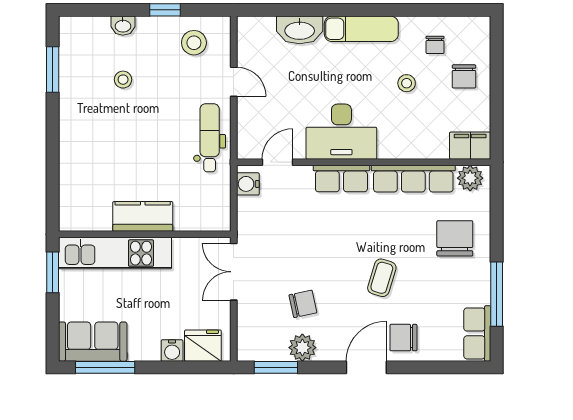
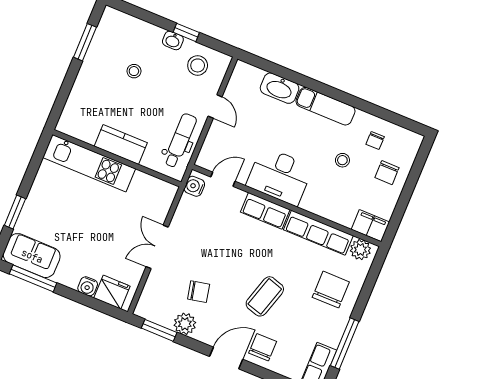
washbasin: (123, 26) -> (173, 40), moved
kitchen counter: (143, 216) -> (121, 144), moved
wall: (145, 234) -> (117, 158), moved
kitchen unit: (115, 253) -> (89, 163), moved
window: (53, 272) -> (15, 212), moved
coffee table: (382, 278) -> (265, 296), width x1.36, depth x1.30
chair: (403, 338) -> (263, 347), turned 90

